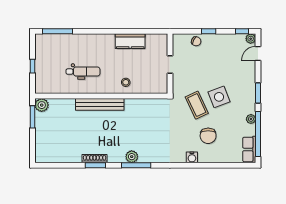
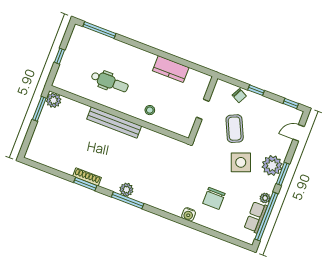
plant: (251, 39) -> (272, 166), moved, width x1.88, depth x1.88
coffee table: (197, 105) -> (235, 129), moved
row of seats: (249, 149) -> (256, 217), moved

